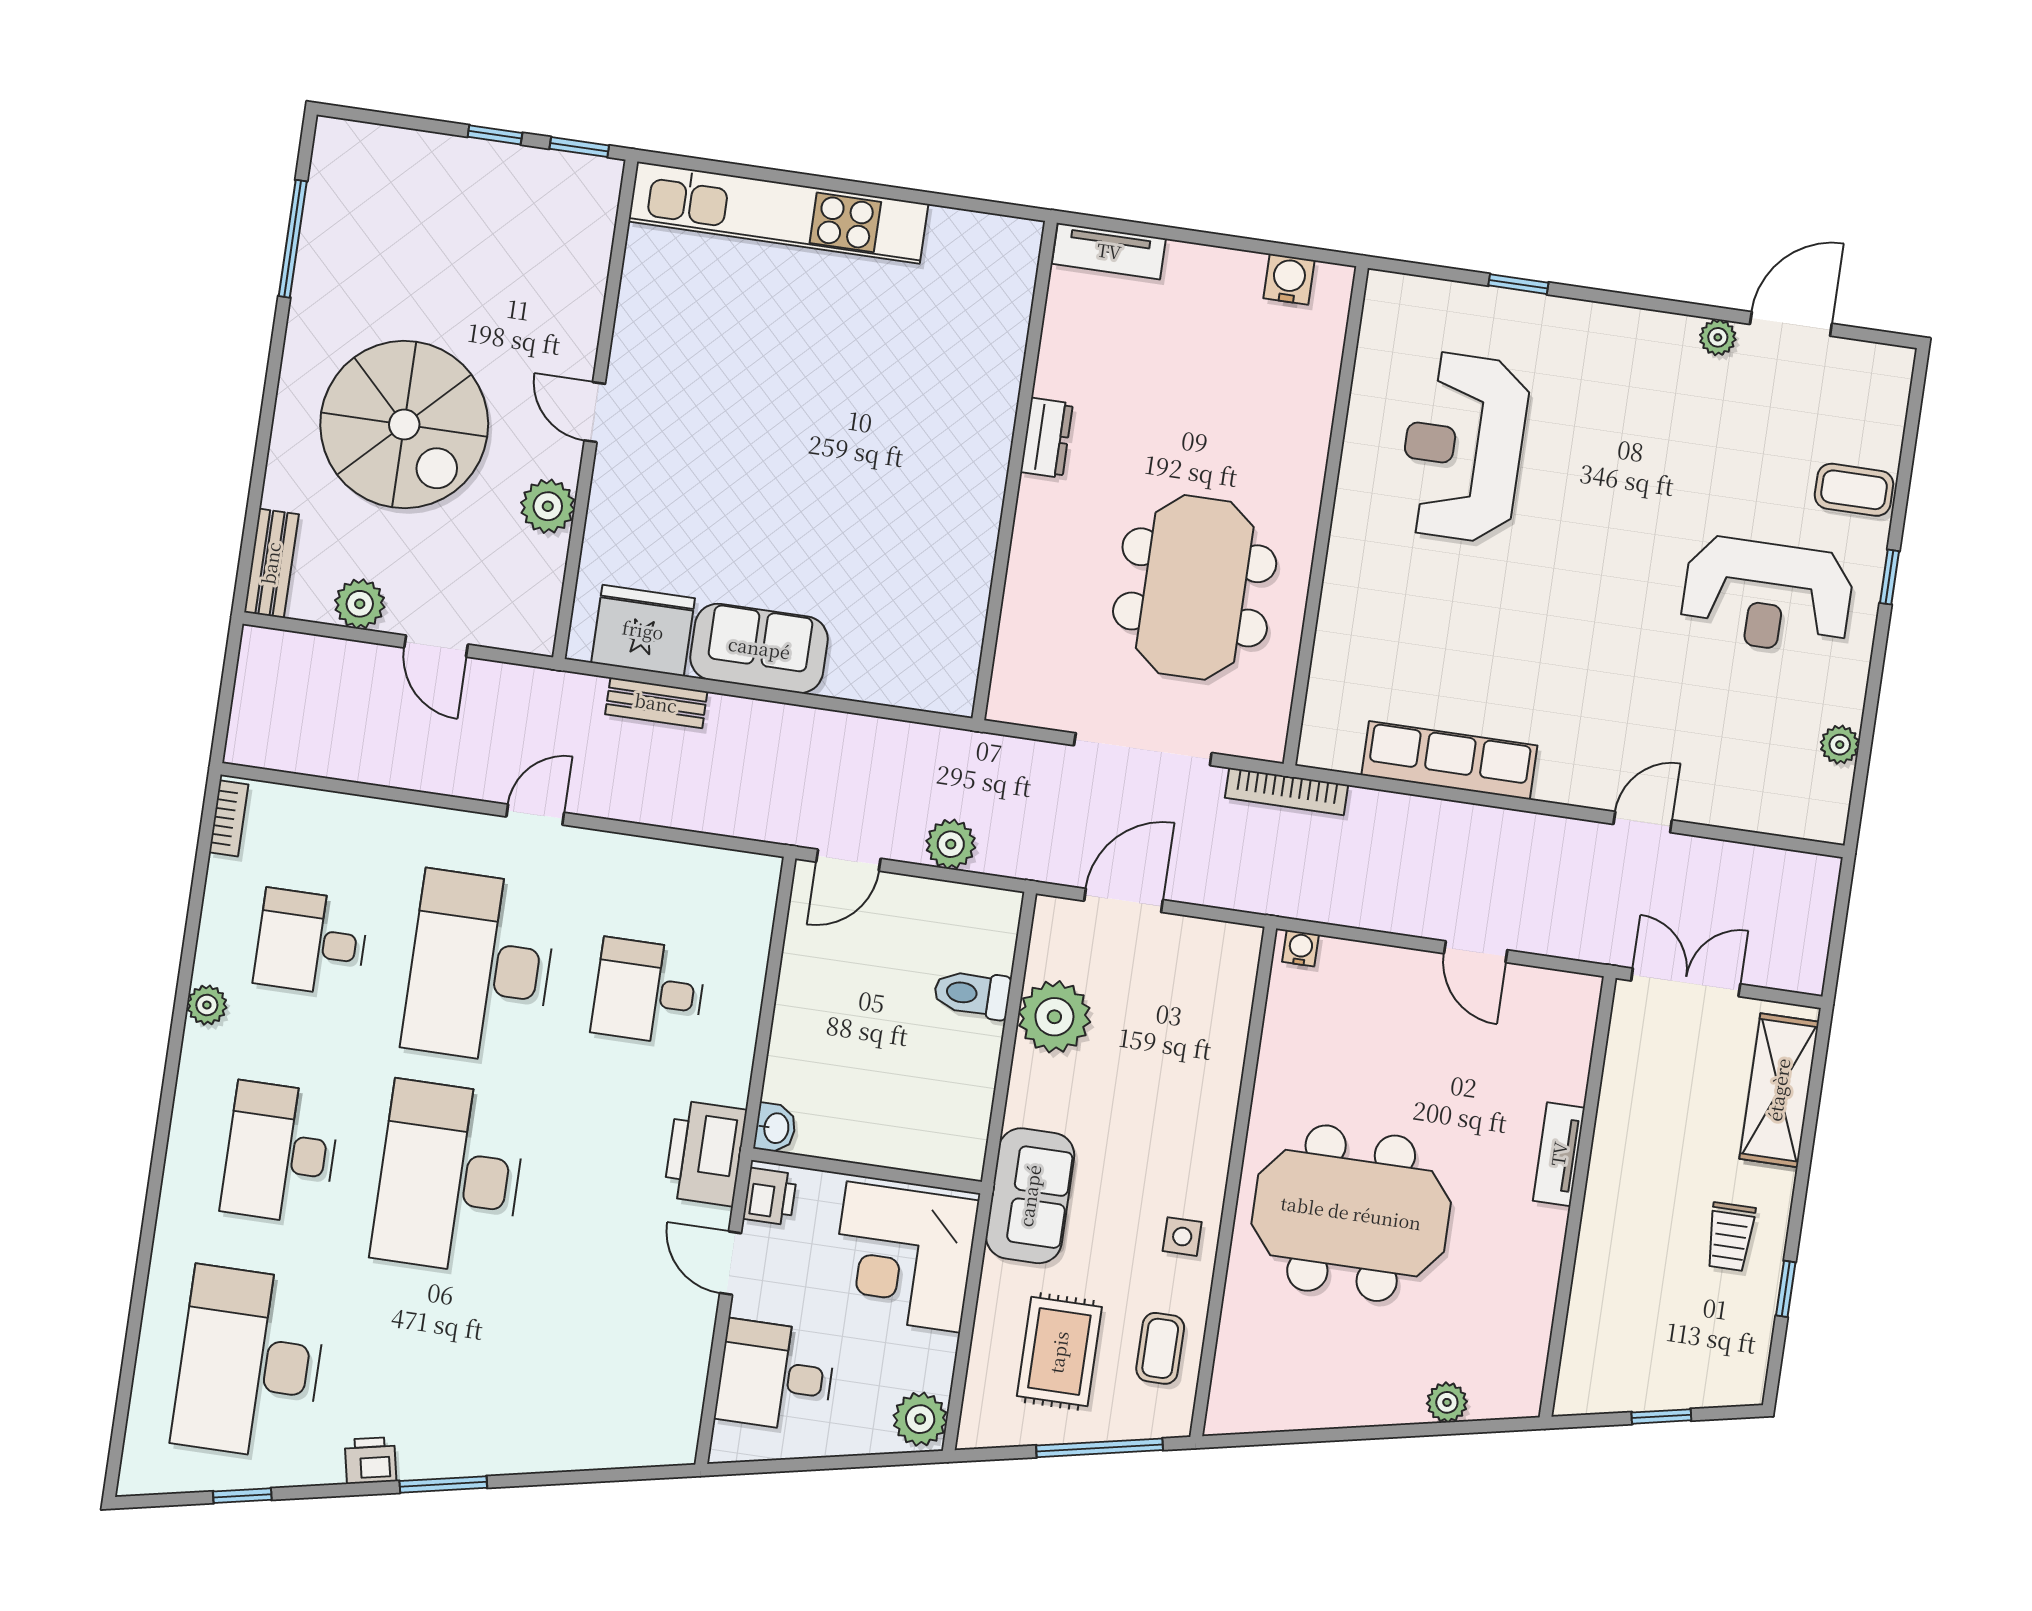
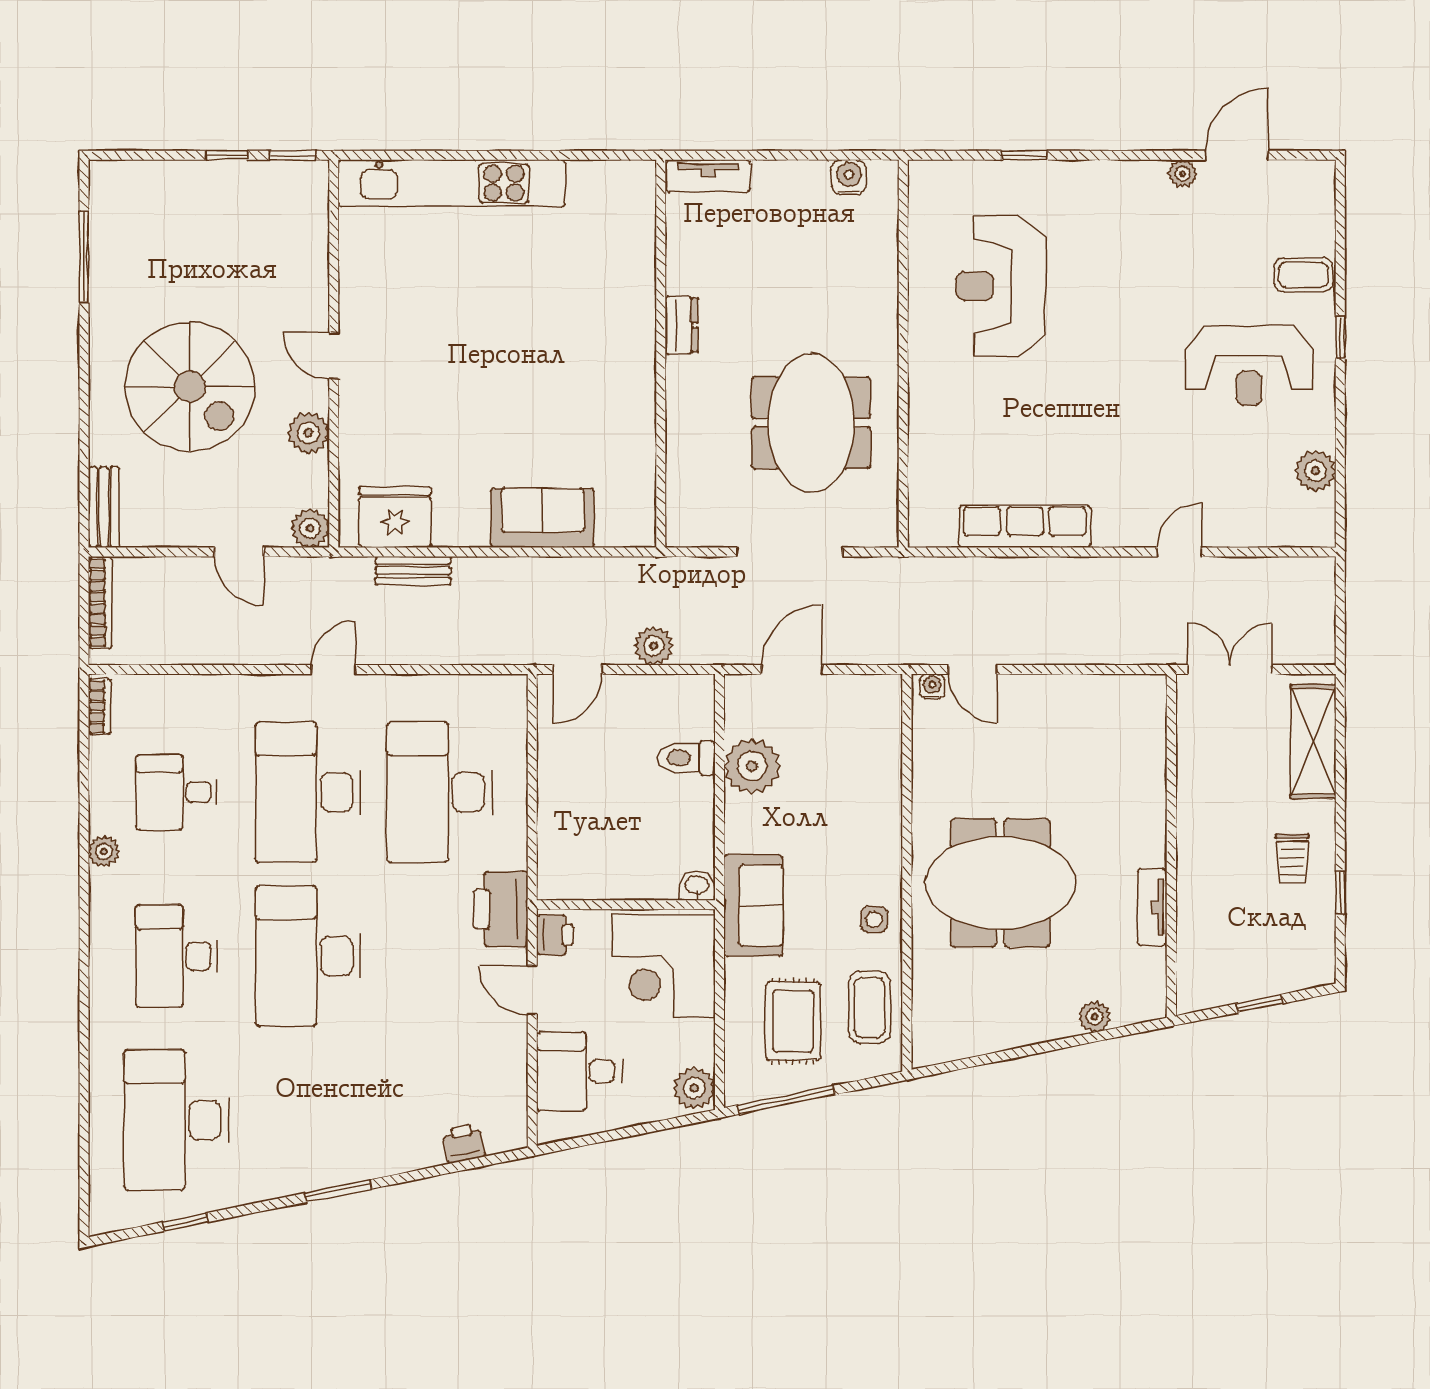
plant: (360, 604) -> (310, 528), moved
sofa: (759, 648) -> (543, 518), moved
plant: (1840, 745) -> (1315, 471), width x1.38, depth x1.38
bookcase: (1287, 791) -> (100, 603), moved, turned -90
door: (1476, 952) -> (973, 670), moved
desk: (649, 992) -> (440, 792), width x1.87, depth x1.30
washbasin: (775, 1128) -> (697, 886), moved, turned -90
tv unit: (1559, 1154) -> (1152, 907), moved
coffee table: (1160, 1348) -> (870, 1007), width x1.36, depth x1.30
window: (1100, 1448) -> (786, 1100), moved
printer: (370, 1460) -> (464, 1143), moved

